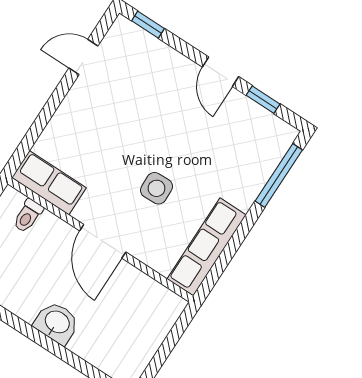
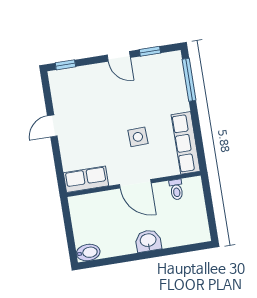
door: (83, 57) -> (52, 126), moved
toilet: (28, 216) -> (176, 190), moved

